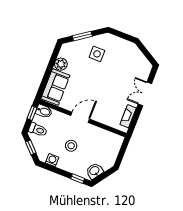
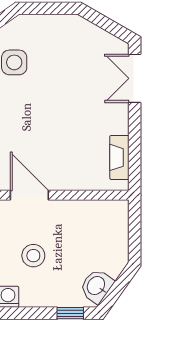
double door: (145, 94) -> (135, 78), moved
door: (80, 117) -> (29, 195), hinge flipped

